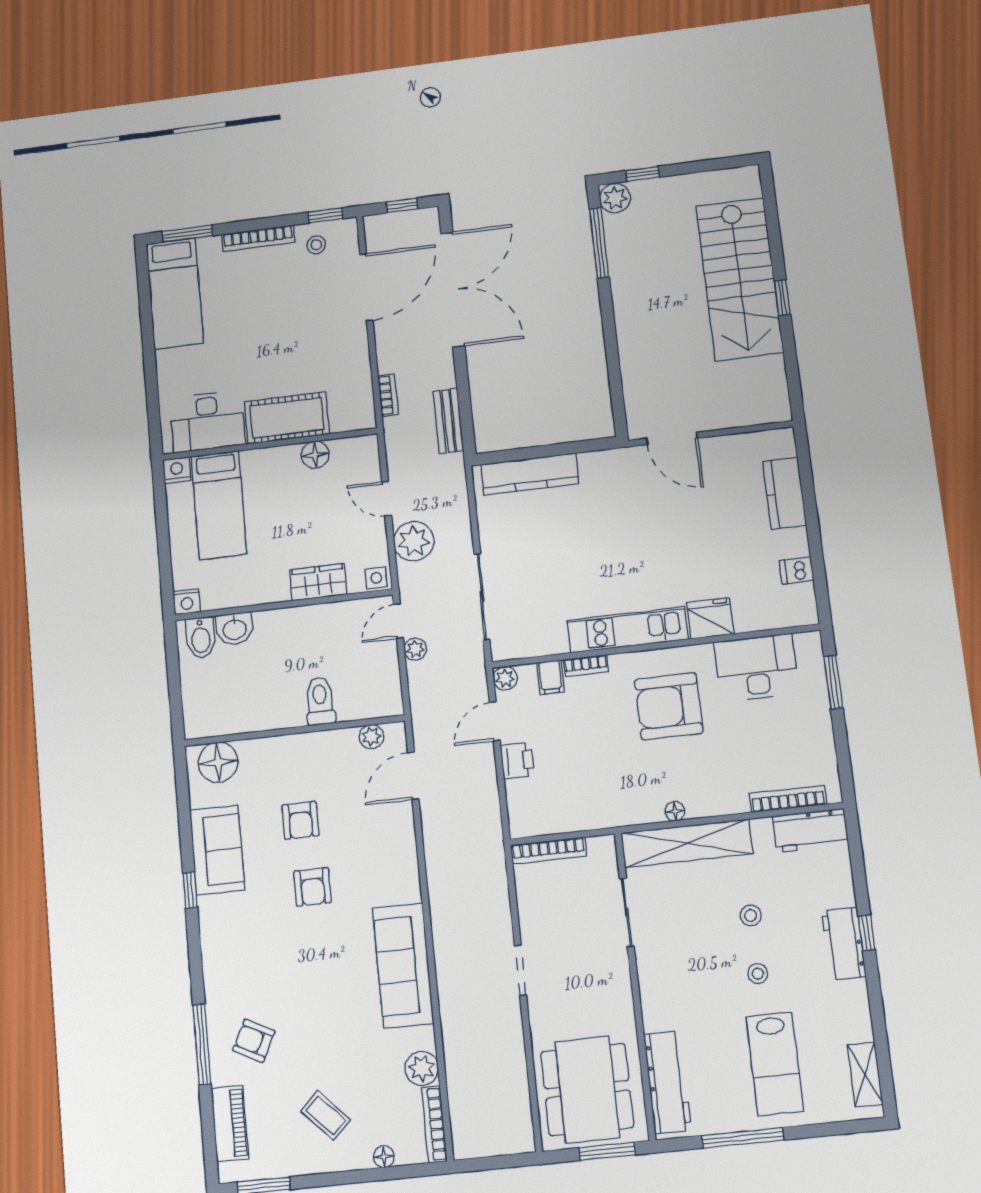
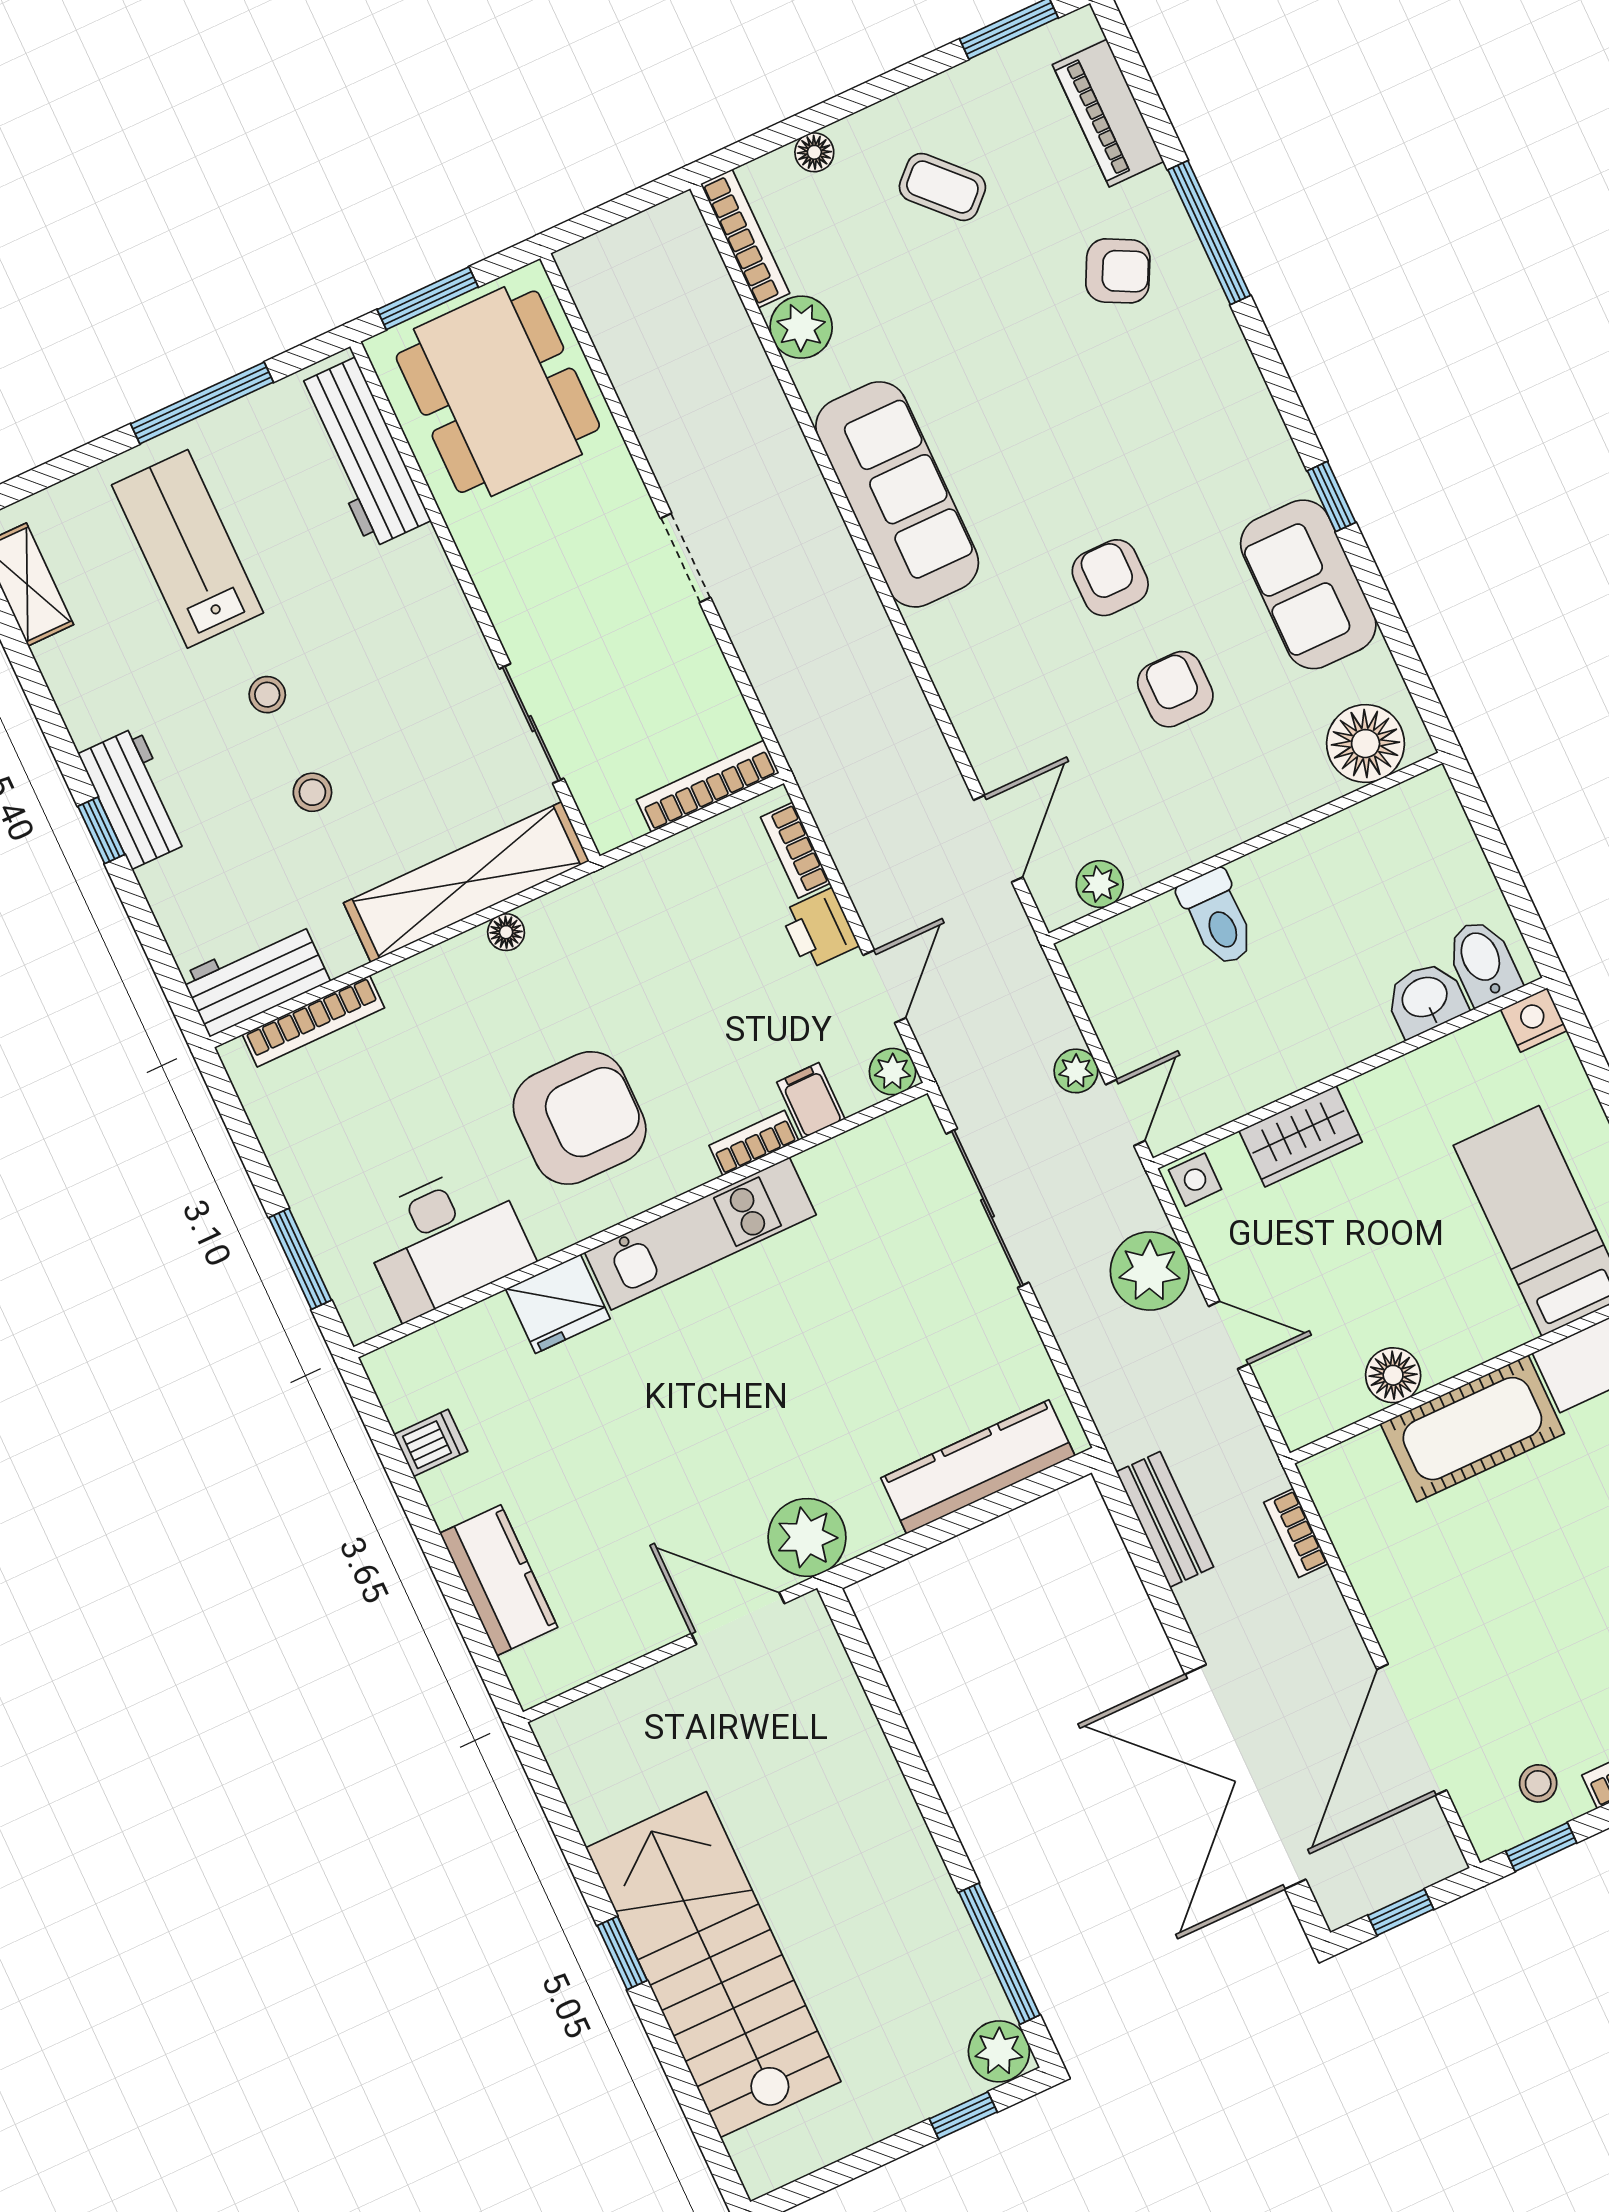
plant: (625, 466) -> (807, 1537), added
bookcase: (516, 804) -> (795, 850), added

